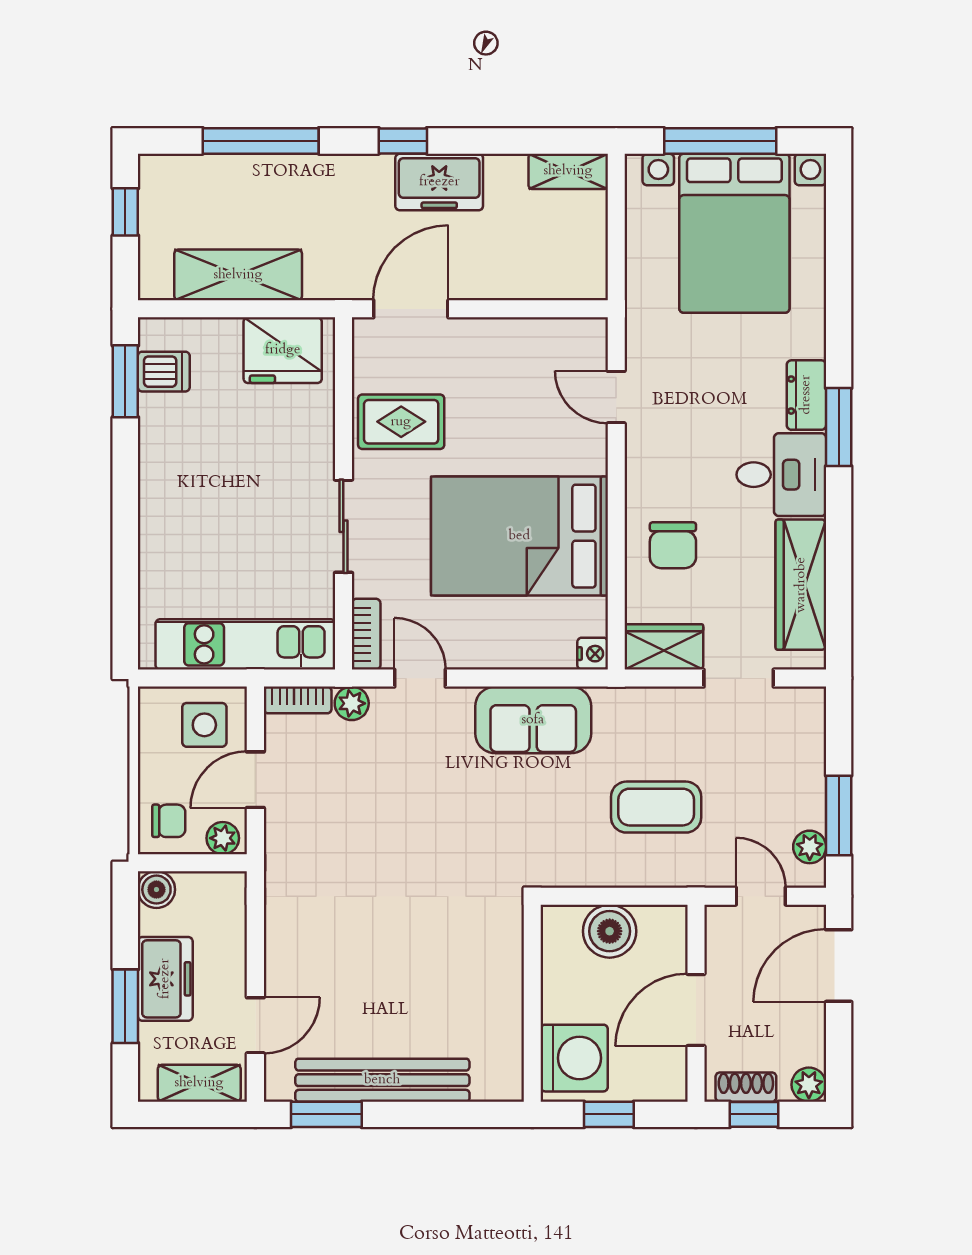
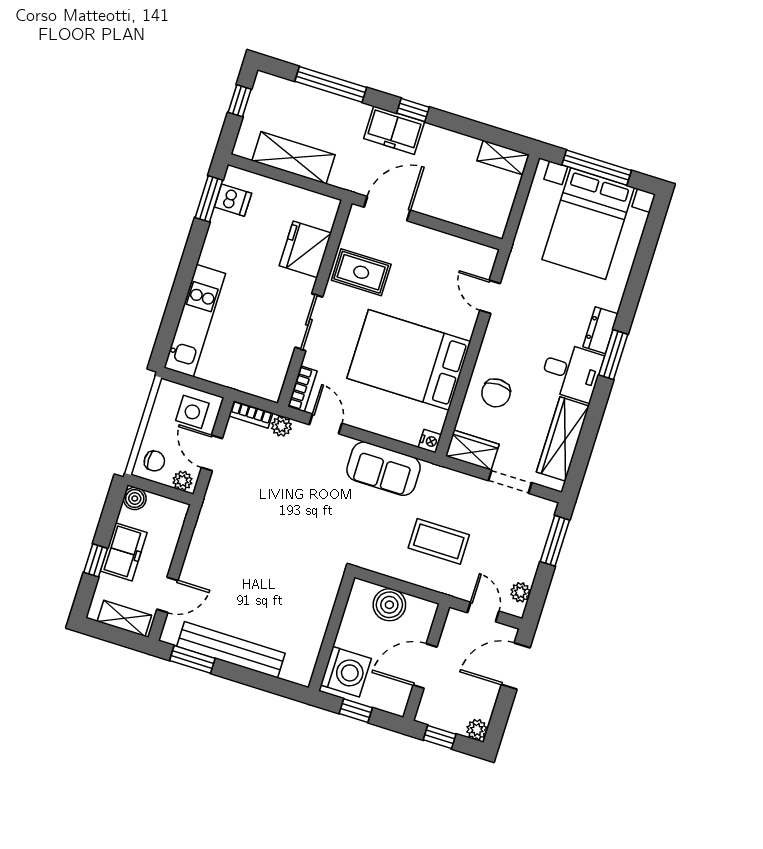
freezer: (439, 182) -> (394, 130), moved
fridge: (283, 350) -> (305, 249), moved, turned 90
kitchen unit: (245, 644) -> (195, 321), moved, turned 90
door: (255, 780) -> (212, 453), hinge flipped
window: (839, 815) -> (555, 541), moved
window: (125, 1006) -> (96, 560), width x0.67
shoe rack: (746, 1087) -> (440, 720), removed

